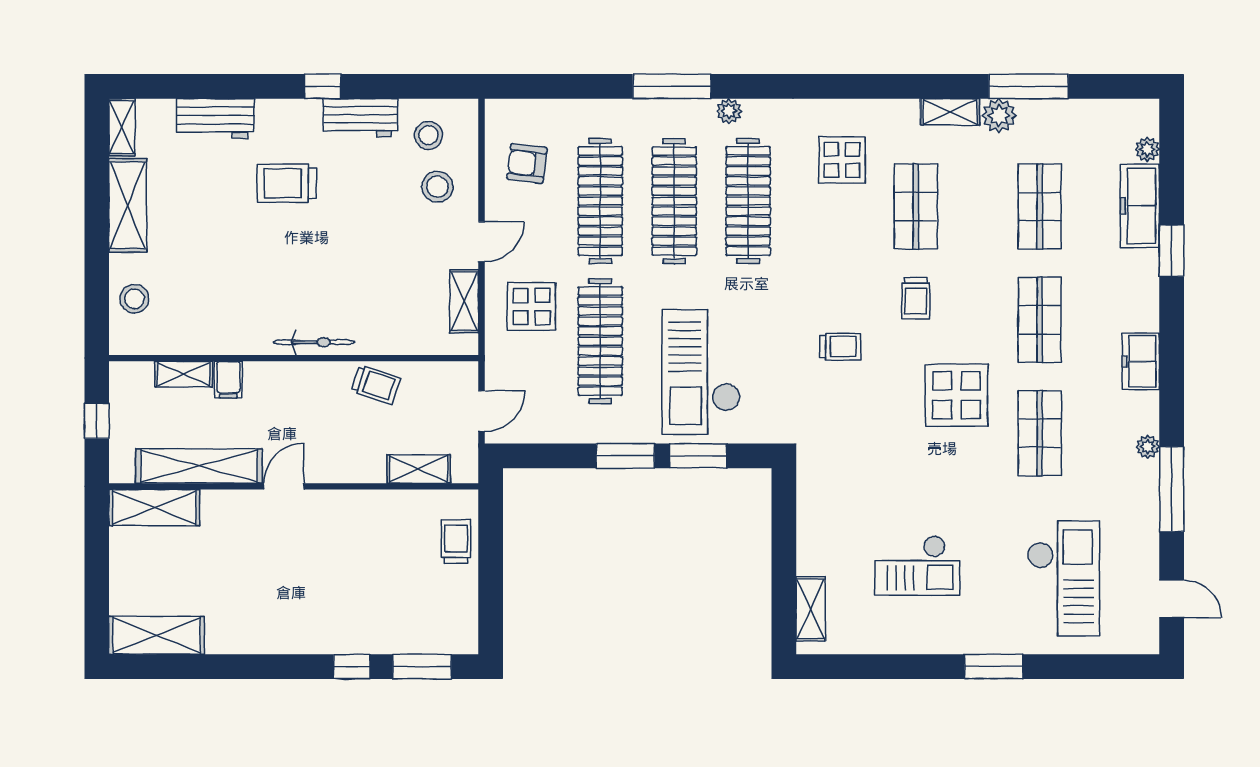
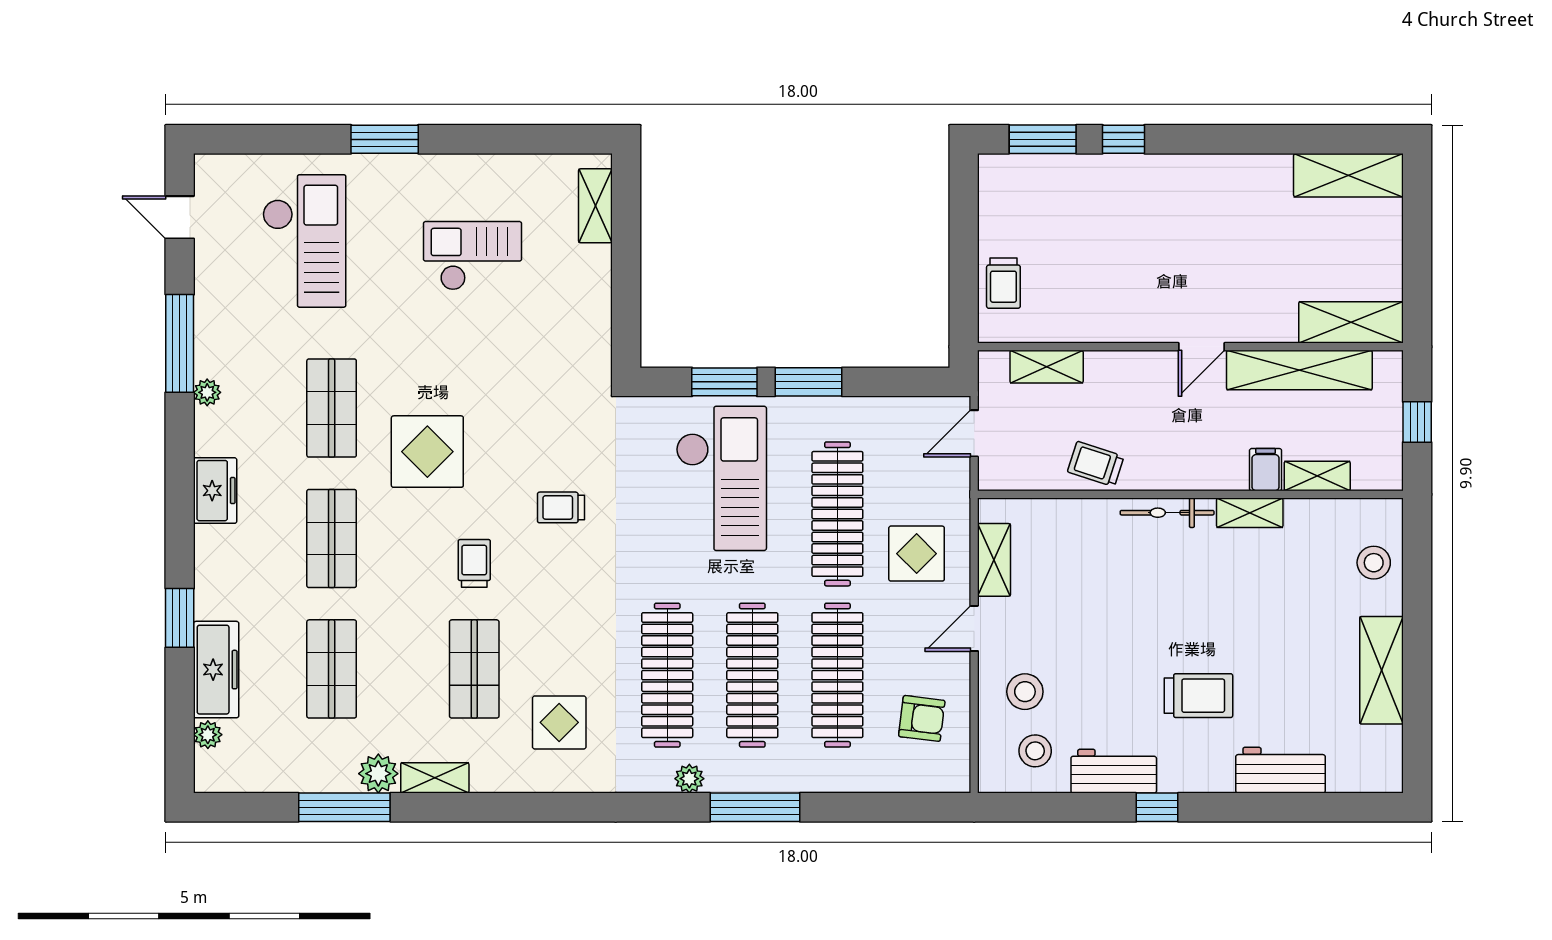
shelving: (122, 127) -> (1250, 513), moved, turned 90
checkout: (1063, 578) -> (304, 241), turned 180

